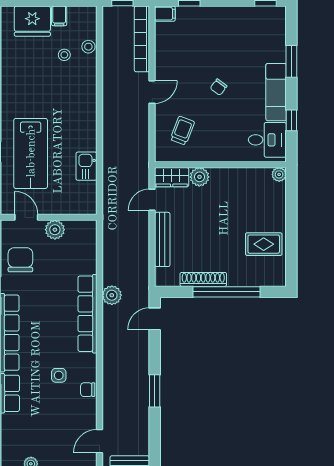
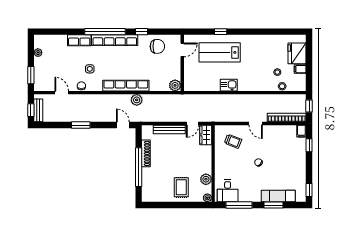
exam couch: (276, 92) -> (278, 196), moved
window: (291, 120) -> (239, 205), width x2.17
kitchen sink: (86, 166) -> (229, 85), moved
plant: (199, 177) -> (206, 179), moved
door: (152, 200) -> (192, 123), swing flipped
plant: (55, 230) -> (175, 85), moved
rug: (264, 244) -> (181, 187), moved
door: (99, 441) -> (62, 93), moved

